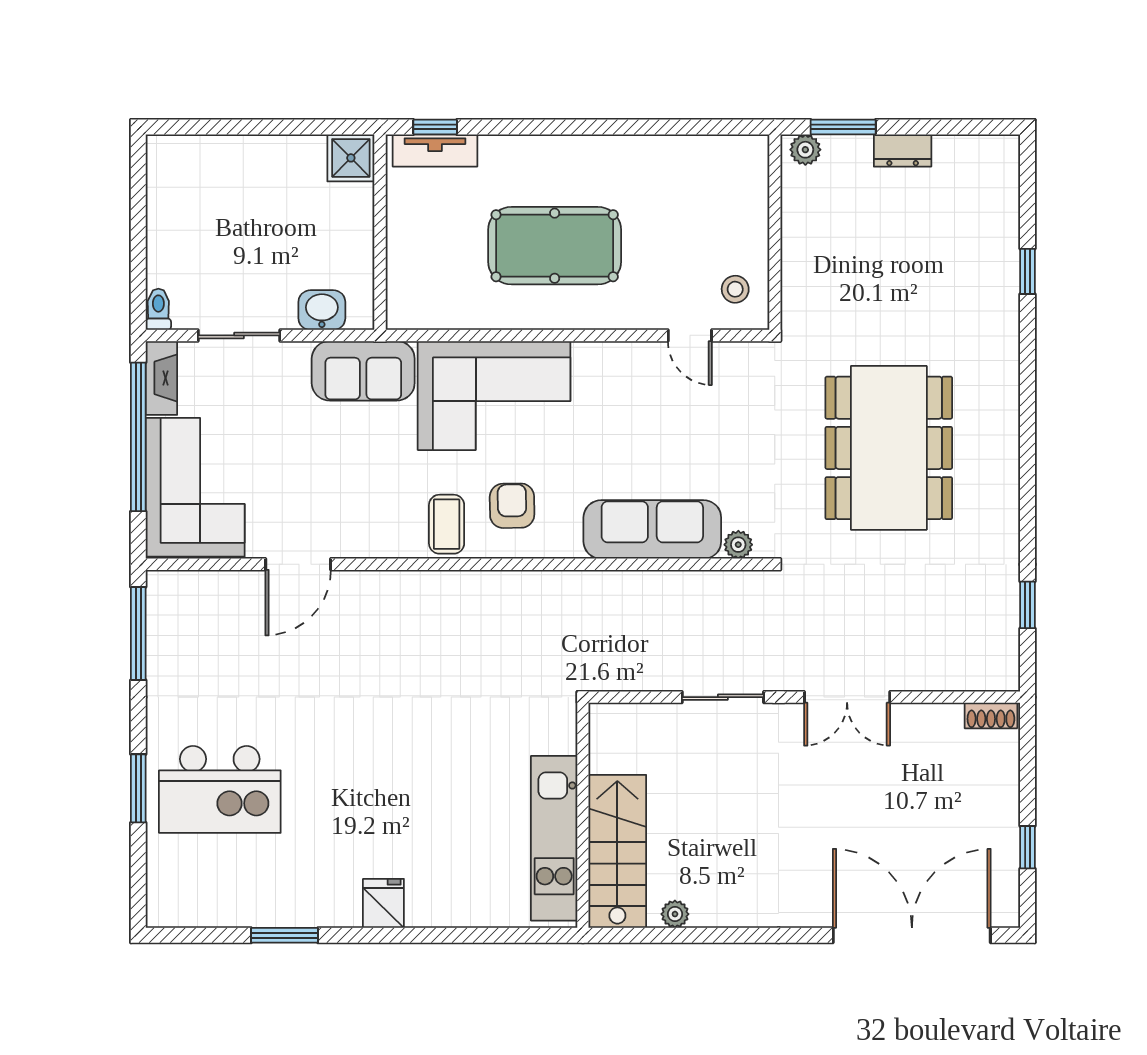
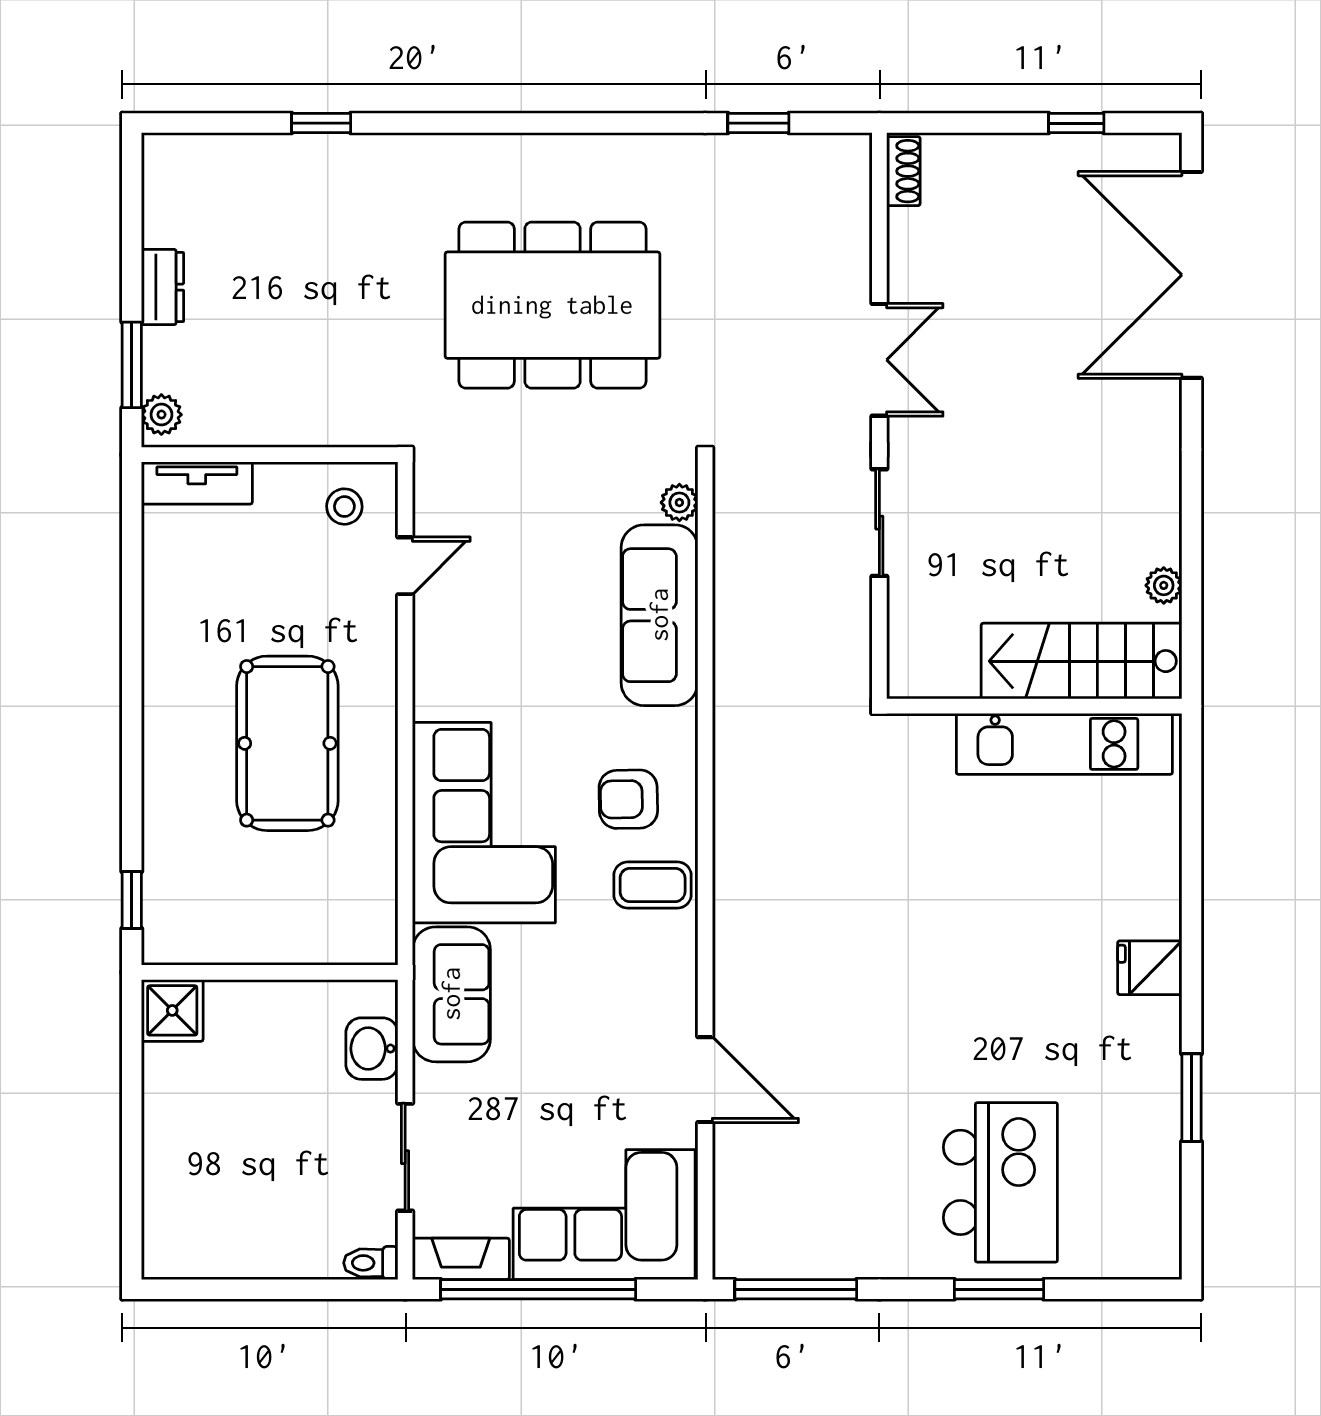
tv unit: (435, 151) -> (197, 483), moved, turned 90

